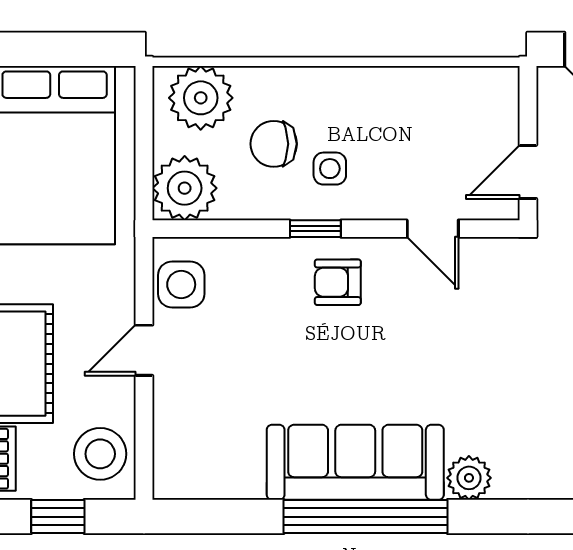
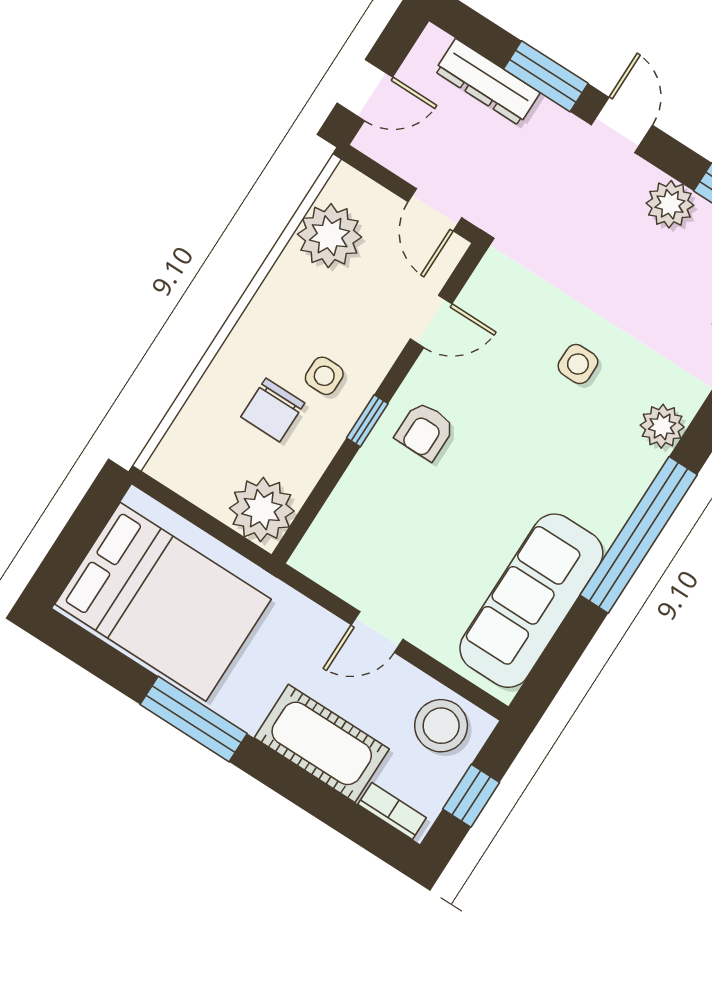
plant: (201, 98) -> (330, 236), moved
side table: (181, 285) -> (578, 364), moved, width x0.73, depth x0.73
door: (144, 350) -> (377, 632), hinge flipped
sofa: (355, 462) -> (531, 601), moved

